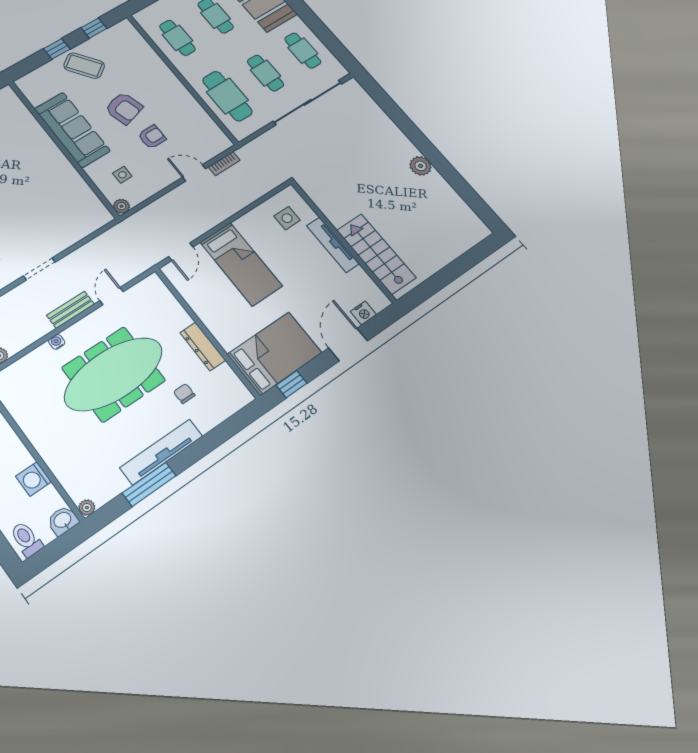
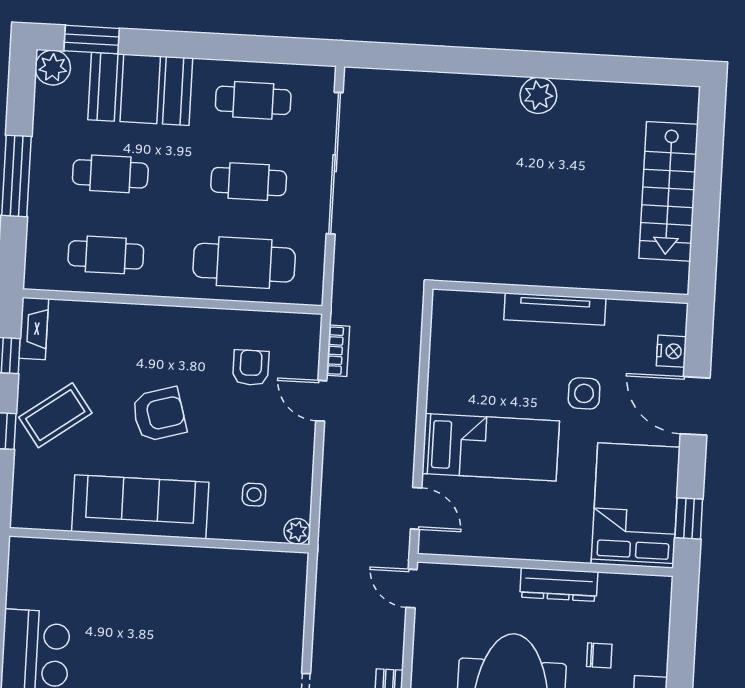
fireplace: (117, 31) -> (34, 328), added
armchair: (152, 137) -> (251, 368), moved
door: (194, 173) -> (321, 401), hinge flipped
side table: (287, 218) -> (584, 393), moved
stairs: (376, 254) -> (669, 191), moved, turned -90
door: (112, 296) -> (412, 589), moved
chair: (184, 394) -> (599, 655), turned 180

